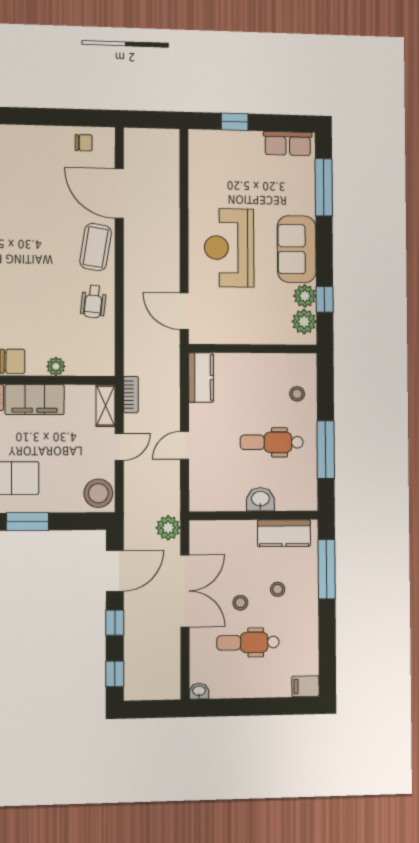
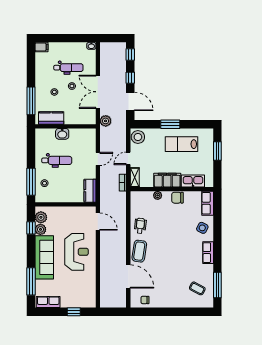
sofa: (297, 249) -> (44, 257), width x1.36
window: (326, 450) -> (31, 182), moved
door: (115, 571) -> (130, 101), swing flipped

